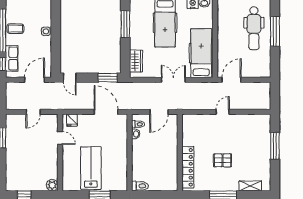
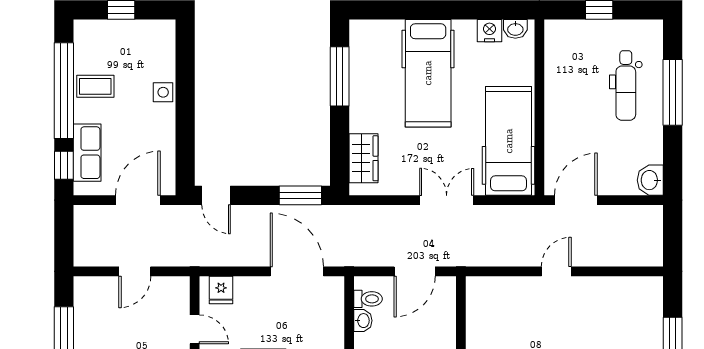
dental chair: (254, 28) -> (626, 85), width x0.73, depth x0.72
washbasin: (265, 71) -> (650, 180), added

